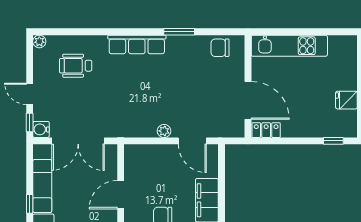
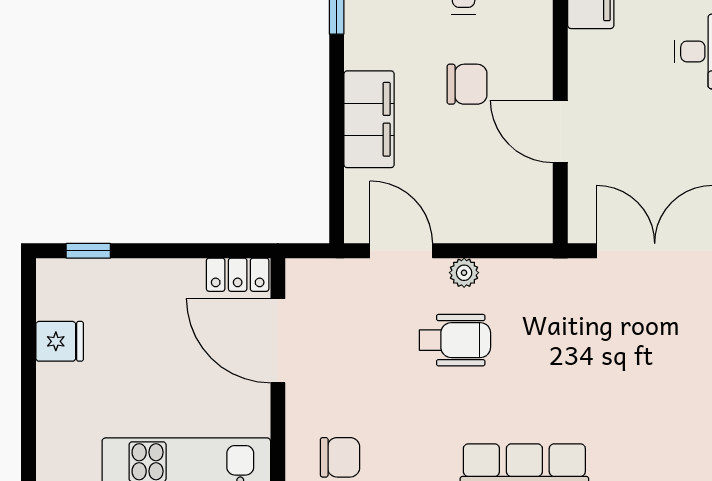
wheelchair: (76, 66) -> (455, 340), moved
door: (121, 195) -> (560, 131), swing flipped

